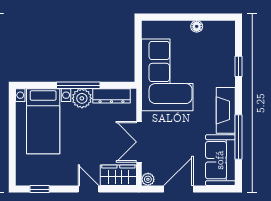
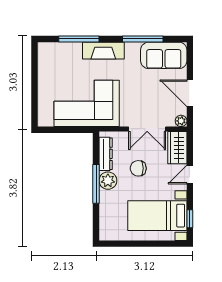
floor lamp: (197, 26) -> (43, 77), removed
window: (239, 66) -> (79, 39), width x2.17
fireplace: (226, 110) -> (103, 51), moved
bed with nightstands: (43, 121) -> (157, 216), moved, turned 180
chair: (95, 132) -> (138, 168), added

